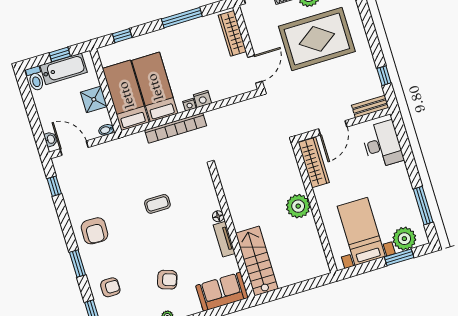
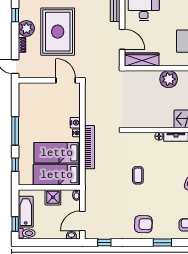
window: (182, 18) -> (15, 131), moved
wardrobe: (232, 33) -> (36, 89), removed
window: (60, 54) -> (15, 224), moved

